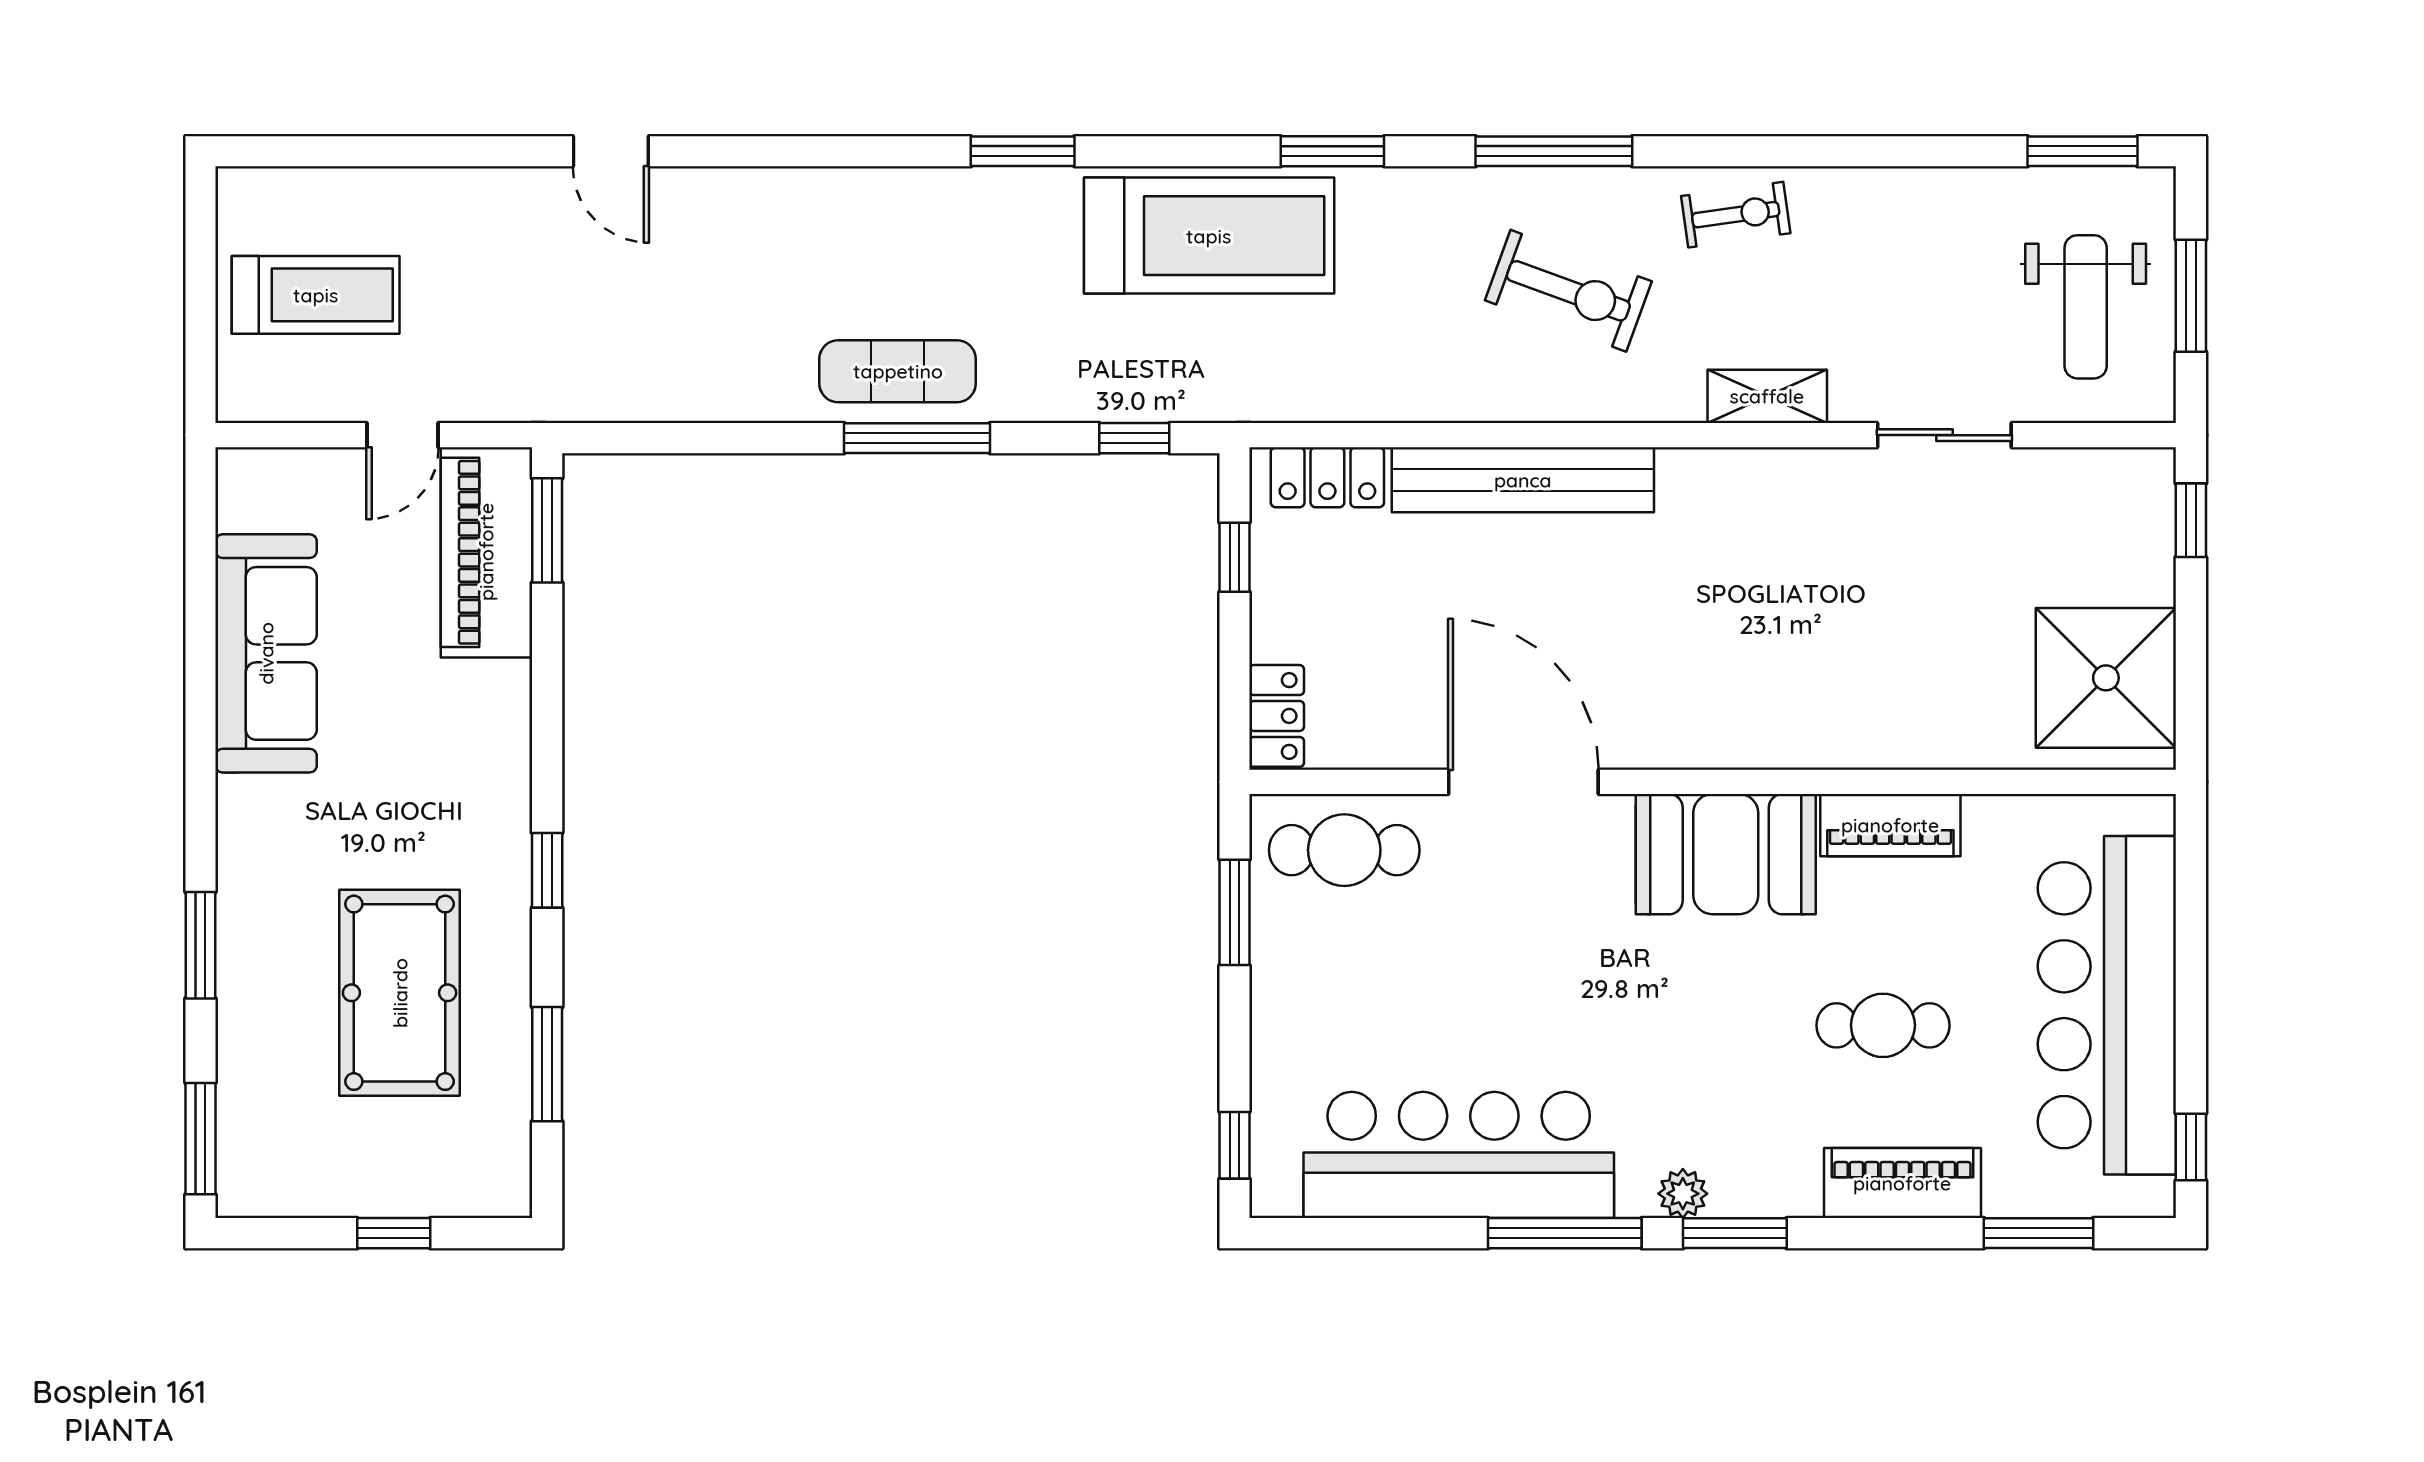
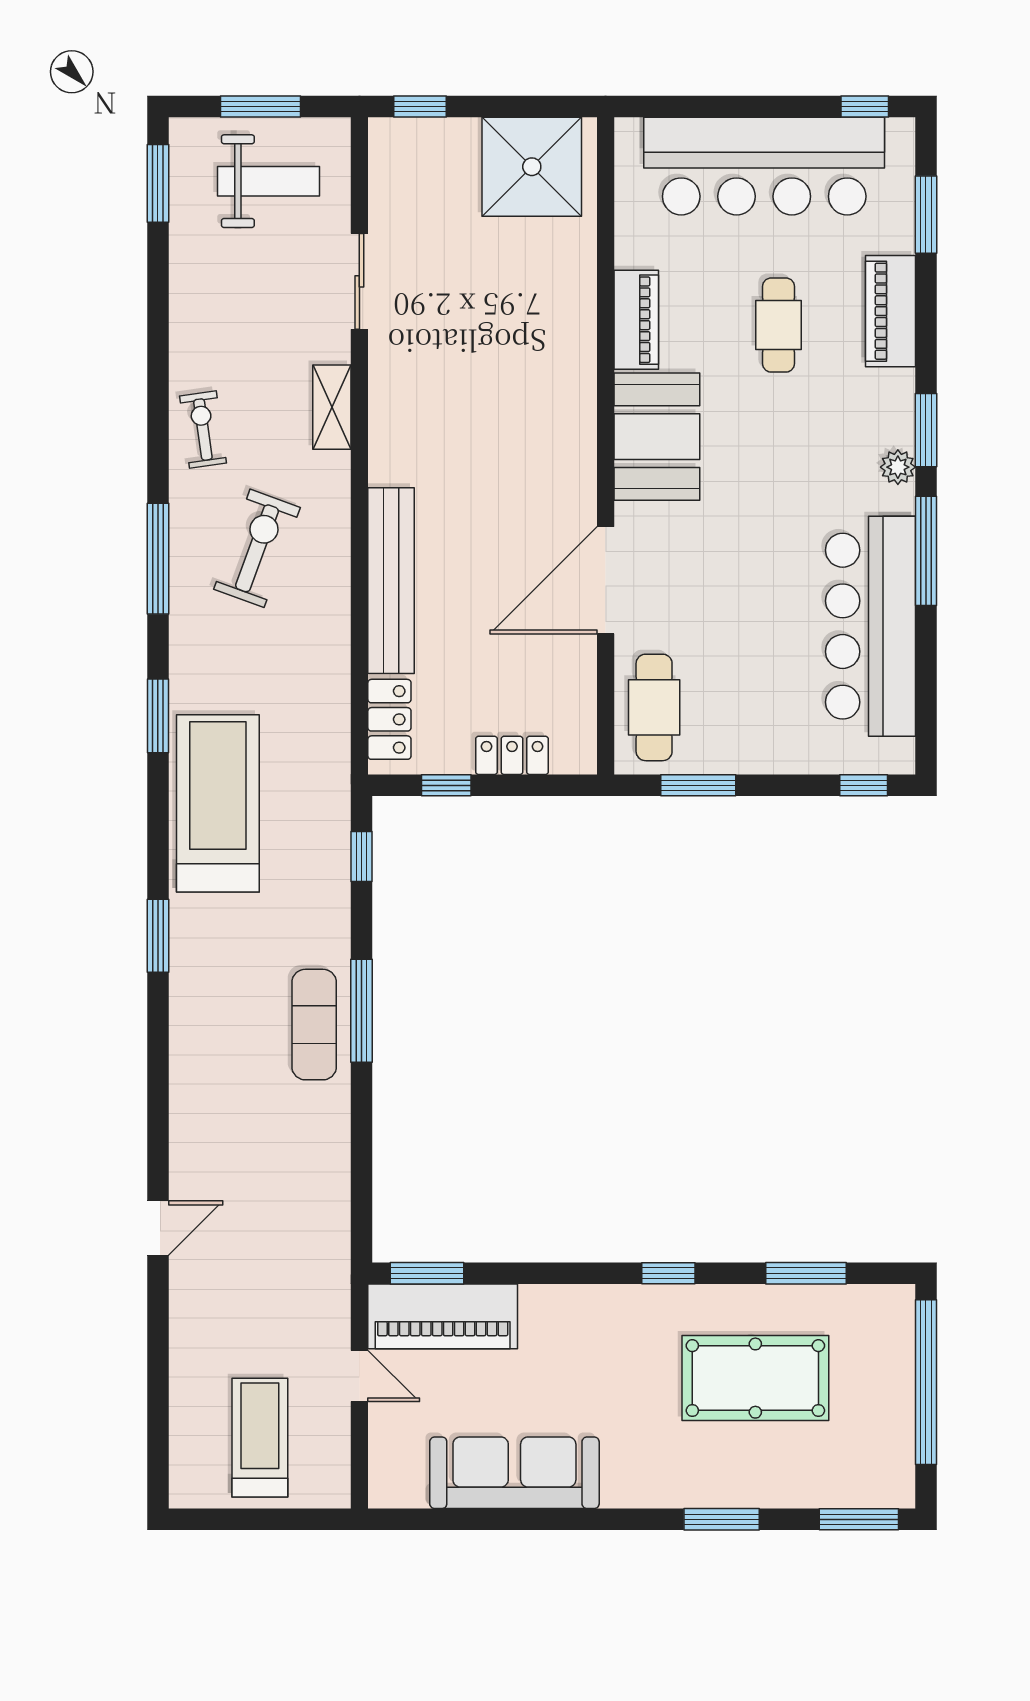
locker: (1277, 716) -> (512, 755), moved
window: (394, 1233) -> (926, 1382), width x3.17

